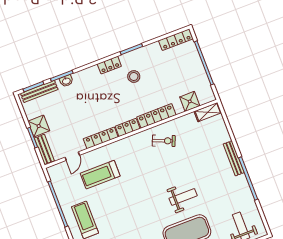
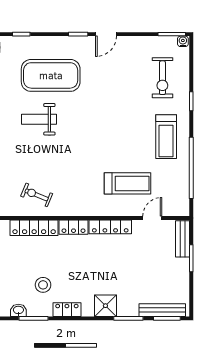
washbasin: (66, 81) -> (18, 310), moved
shower: (39, 126) -> (105, 306), moved

